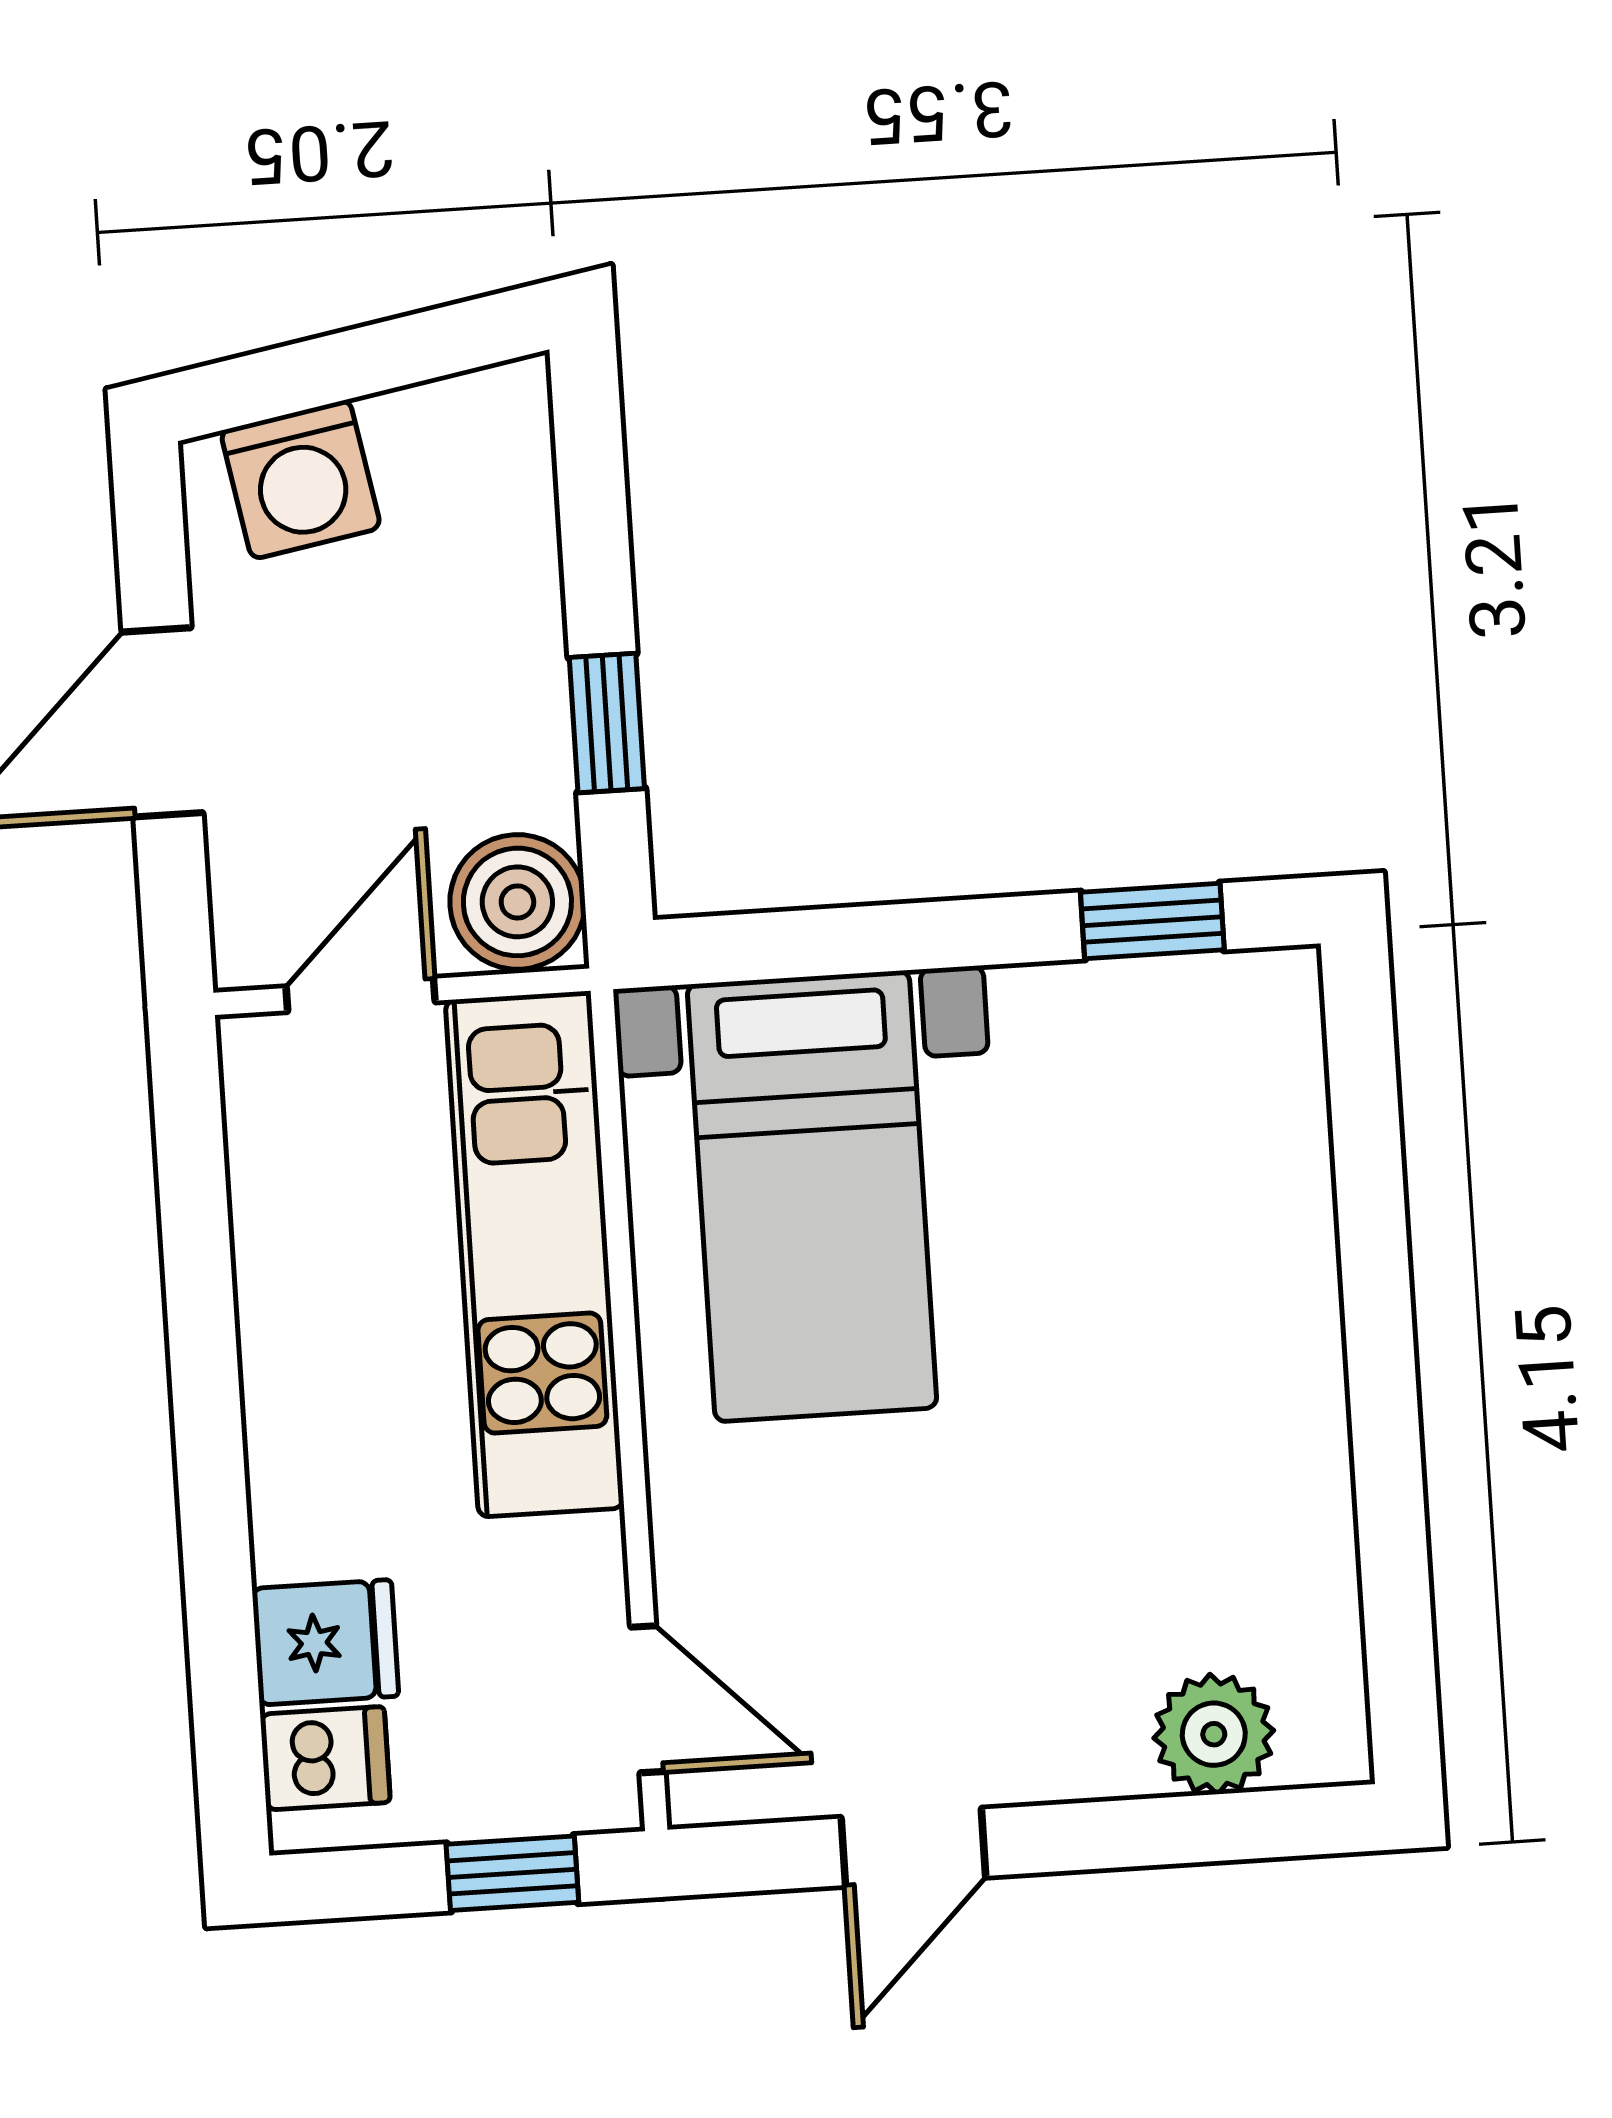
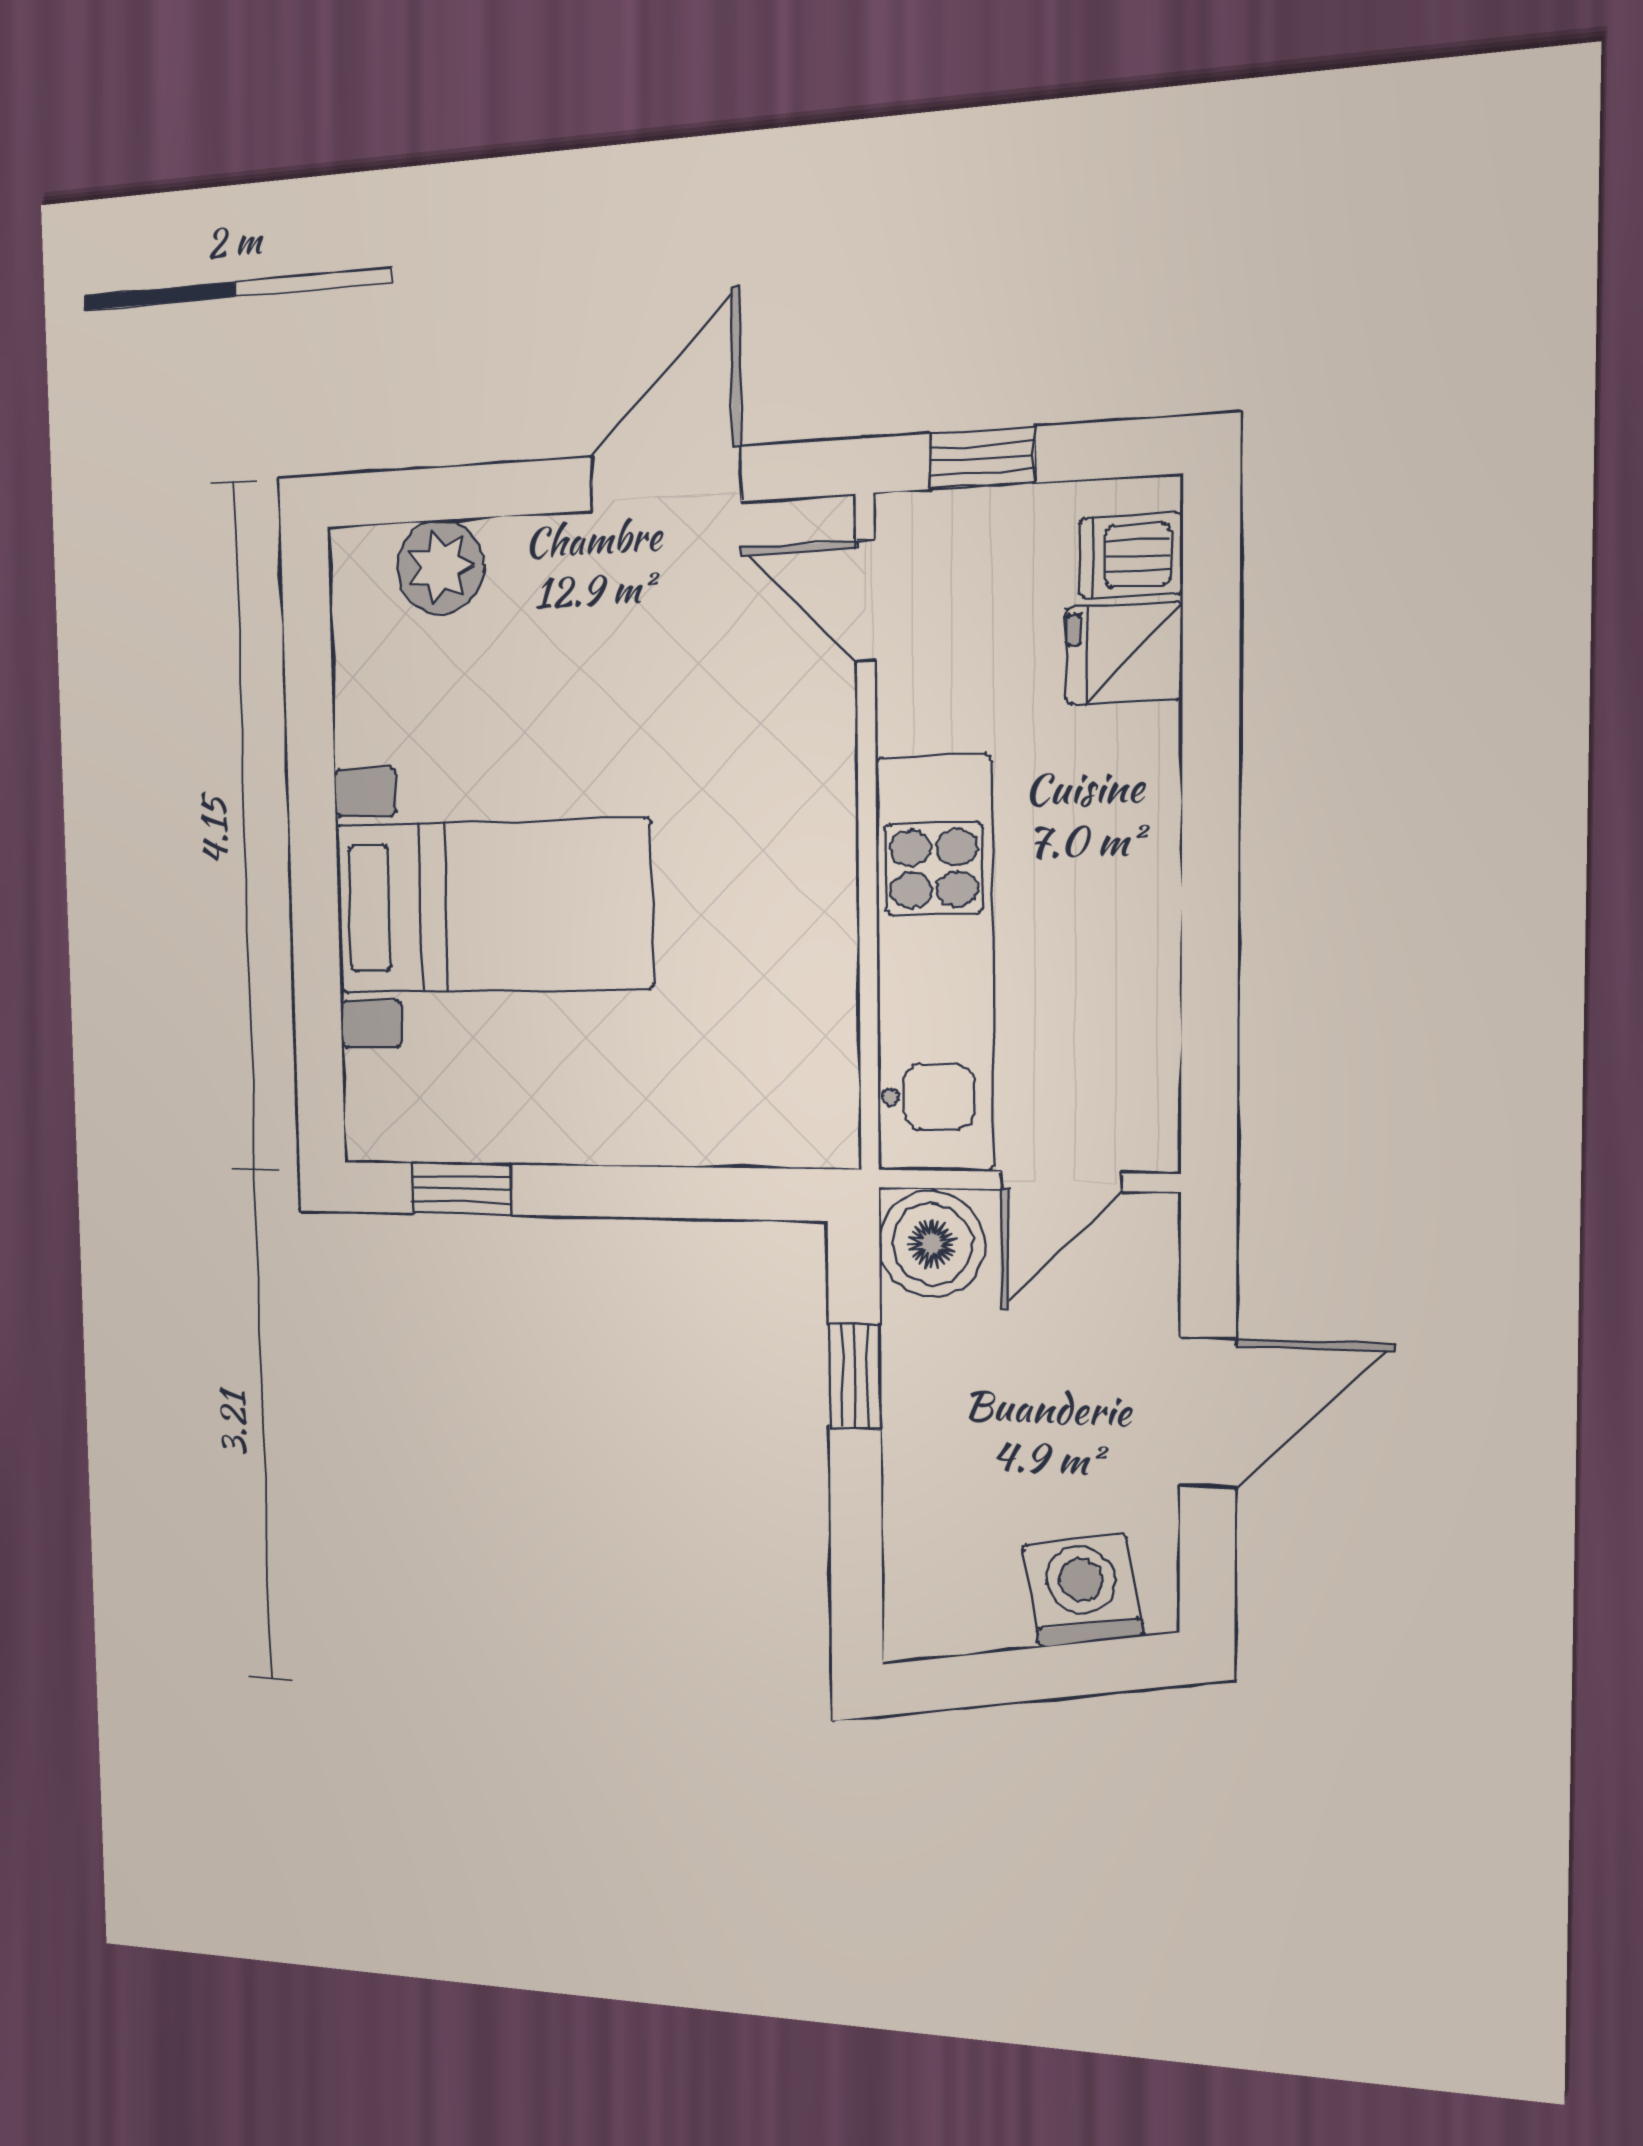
bed with nightstands: (812, 1196) -> (492, 906), moved, turned 90
door: (913, 1847) -> (666, 479), width x1.38

